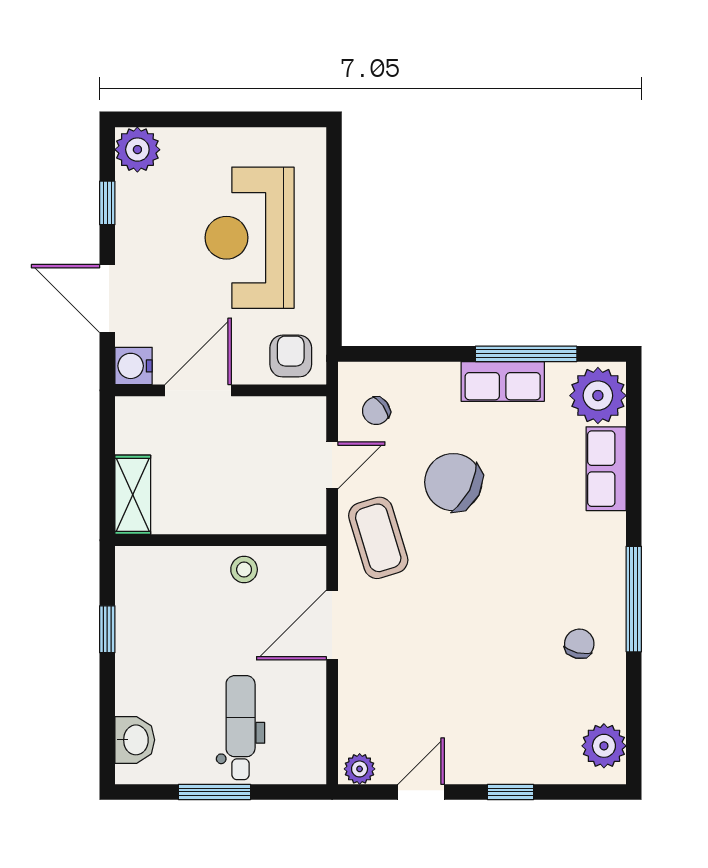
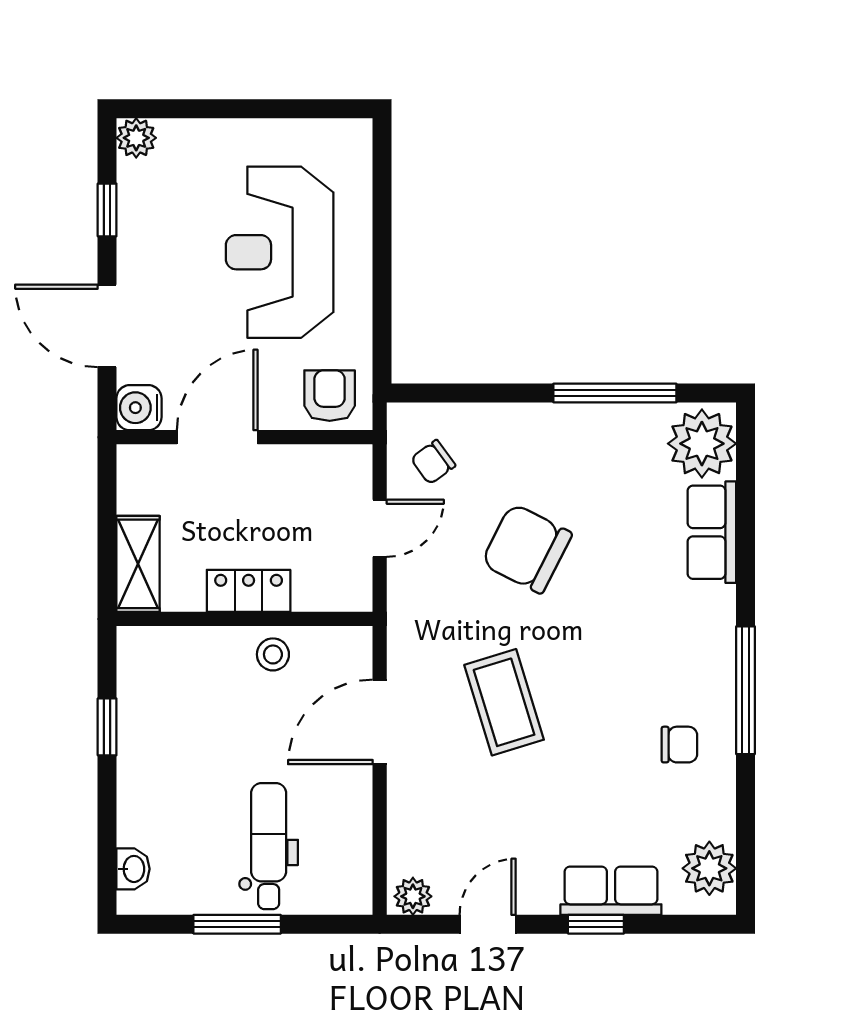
plant: (137, 150) -> (136, 138), width x0.73, depth x0.73
row of seats: (503, 381) -> (611, 891), moved, turned 180
locker: (224, 517) -> (249, 591), added
coffee table: (378, 538) -> (504, 702), moved
chair: (579, 644) -> (679, 745), turned 77
washbasin: (135, 740) -> (133, 869), width x0.72, depth x0.69

